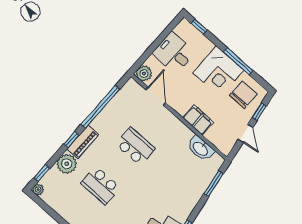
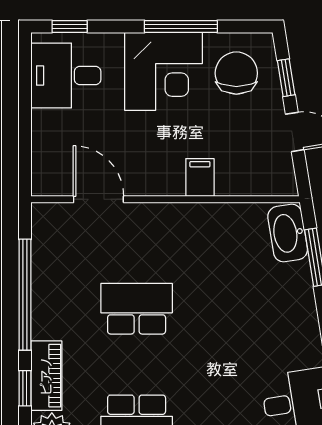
desk: (174, 53) -> (66, 76), moved
plant: (144, 73) -> (47, 180), removed
filing cabinet: (198, 120) -> (200, 177), width x0.50
washbasin: (201, 148) -> (288, 233), moved, turned 81

